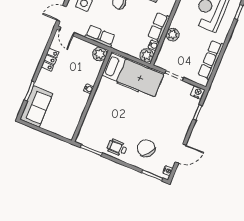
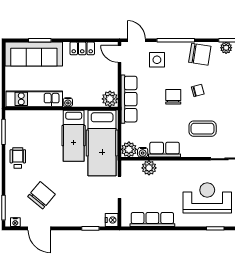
door: (67, 32) -> (119, 54), hinge flipped
plant: (173, 35) -> (149, 168), moved
row of seats: (100, 36) -> (129, 99), width x1.48
hospital bed: (117, 95) -> (74, 136), added
sofa: (36, 106) -> (34, 54), width x1.36
kitchen unit: (75, 115) -> (34, 99), added
chair: (146, 148) -> (42, 195), moved

